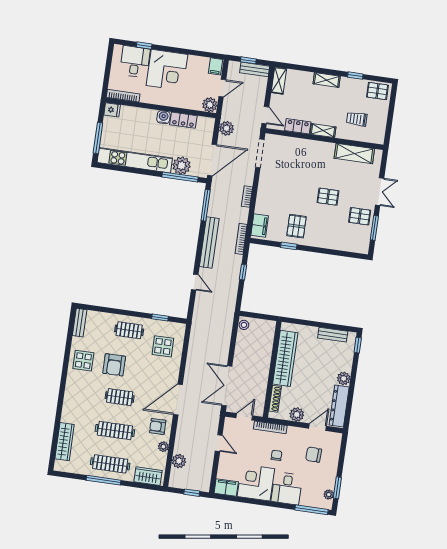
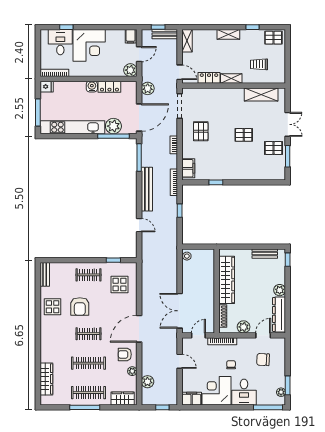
pallet: (296, 226) -> (201, 131), moved

